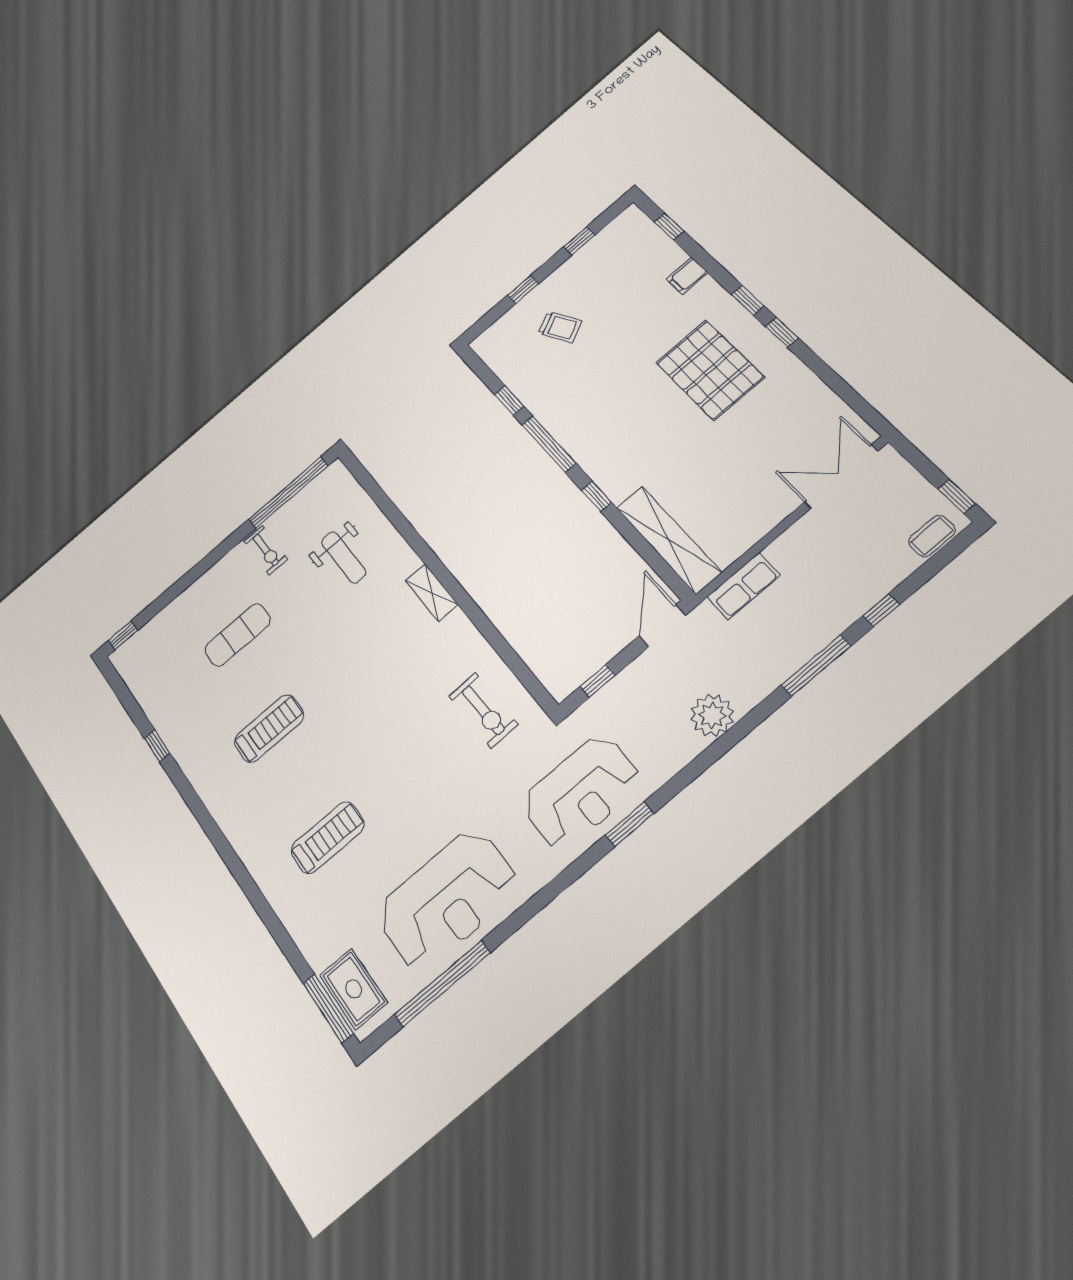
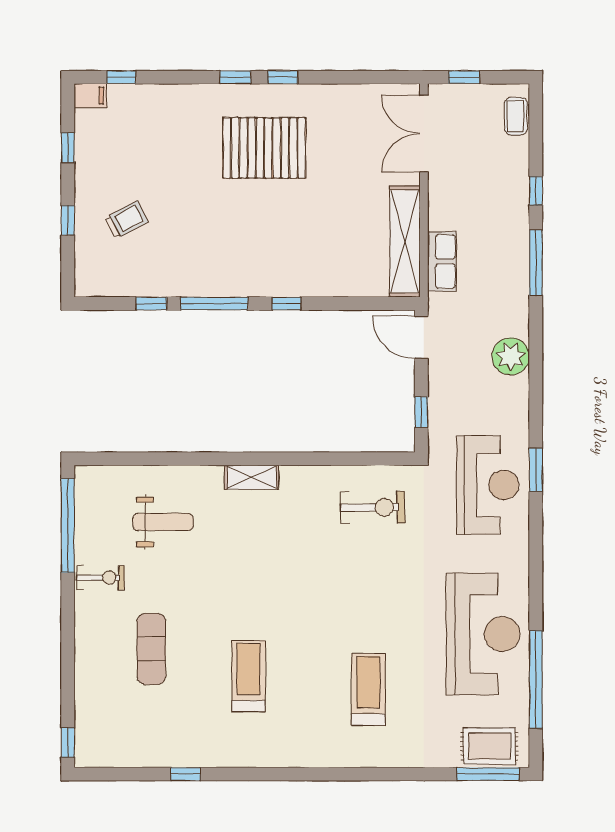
filing cabinet: (687, 276) -> (90, 96), moved, turned -90
window: (956, 496) -> (464, 77), moved
shelving: (669, 540) -> (405, 241), moved, turned 90

